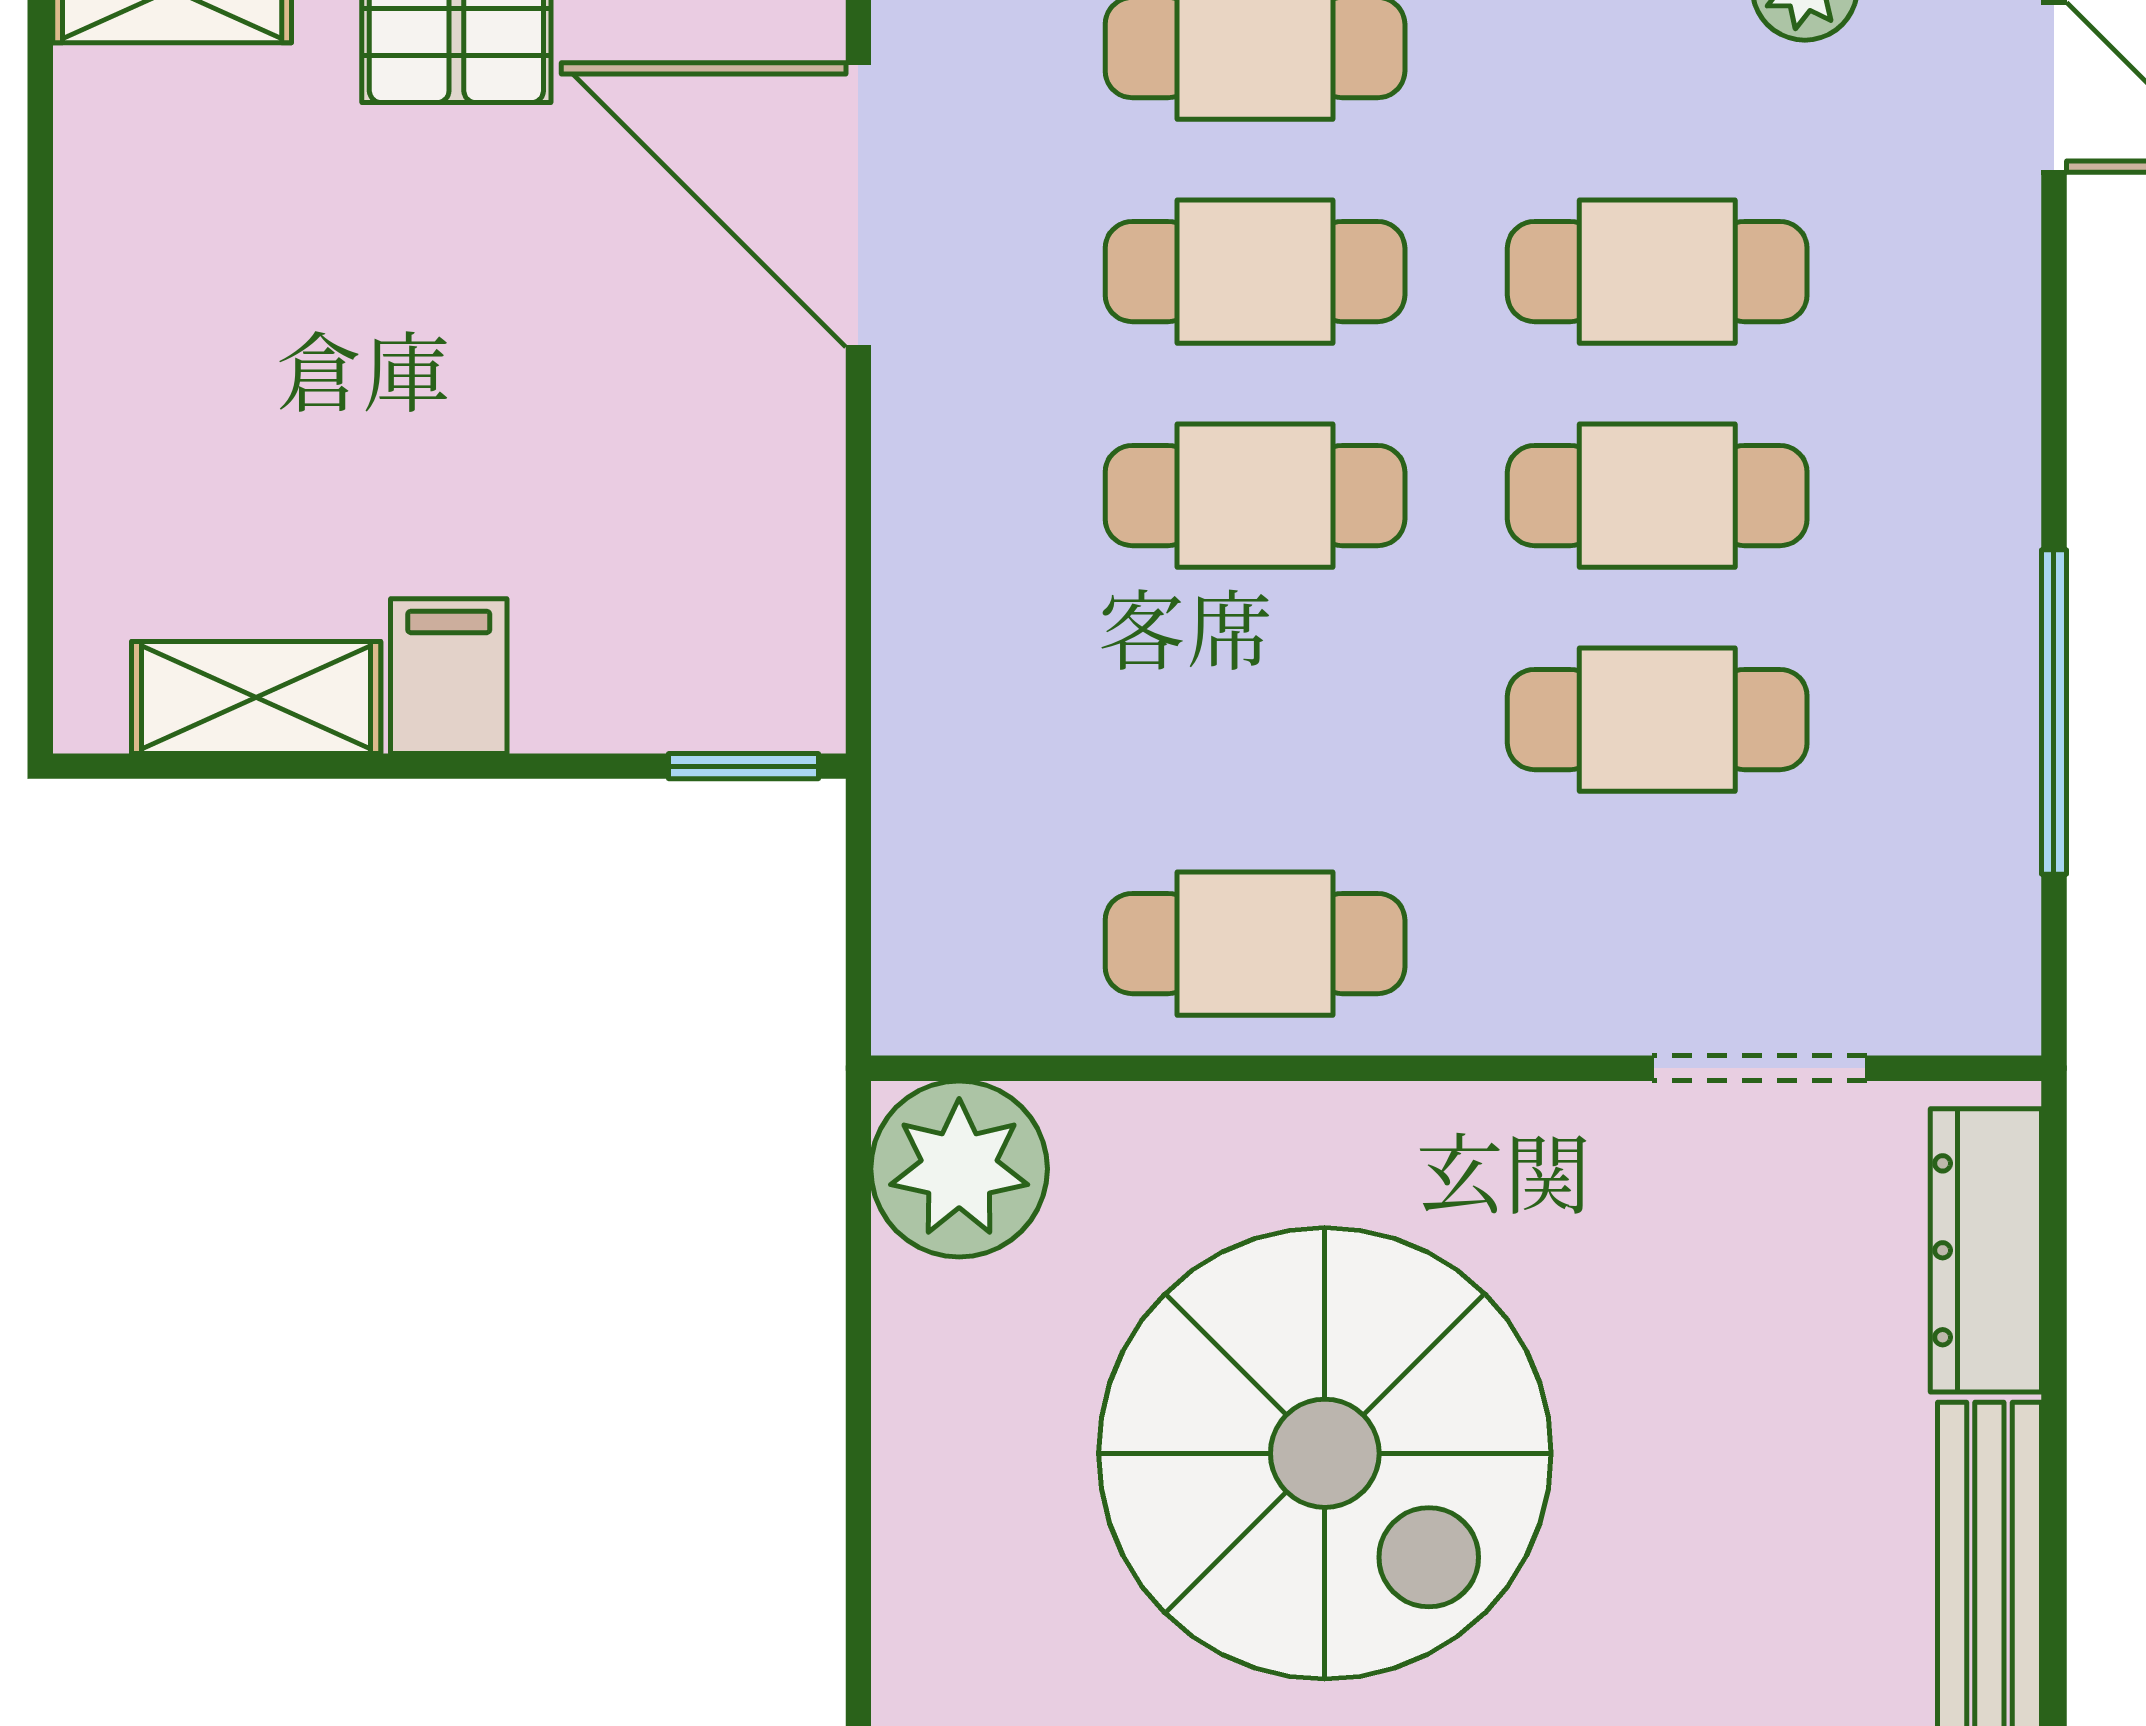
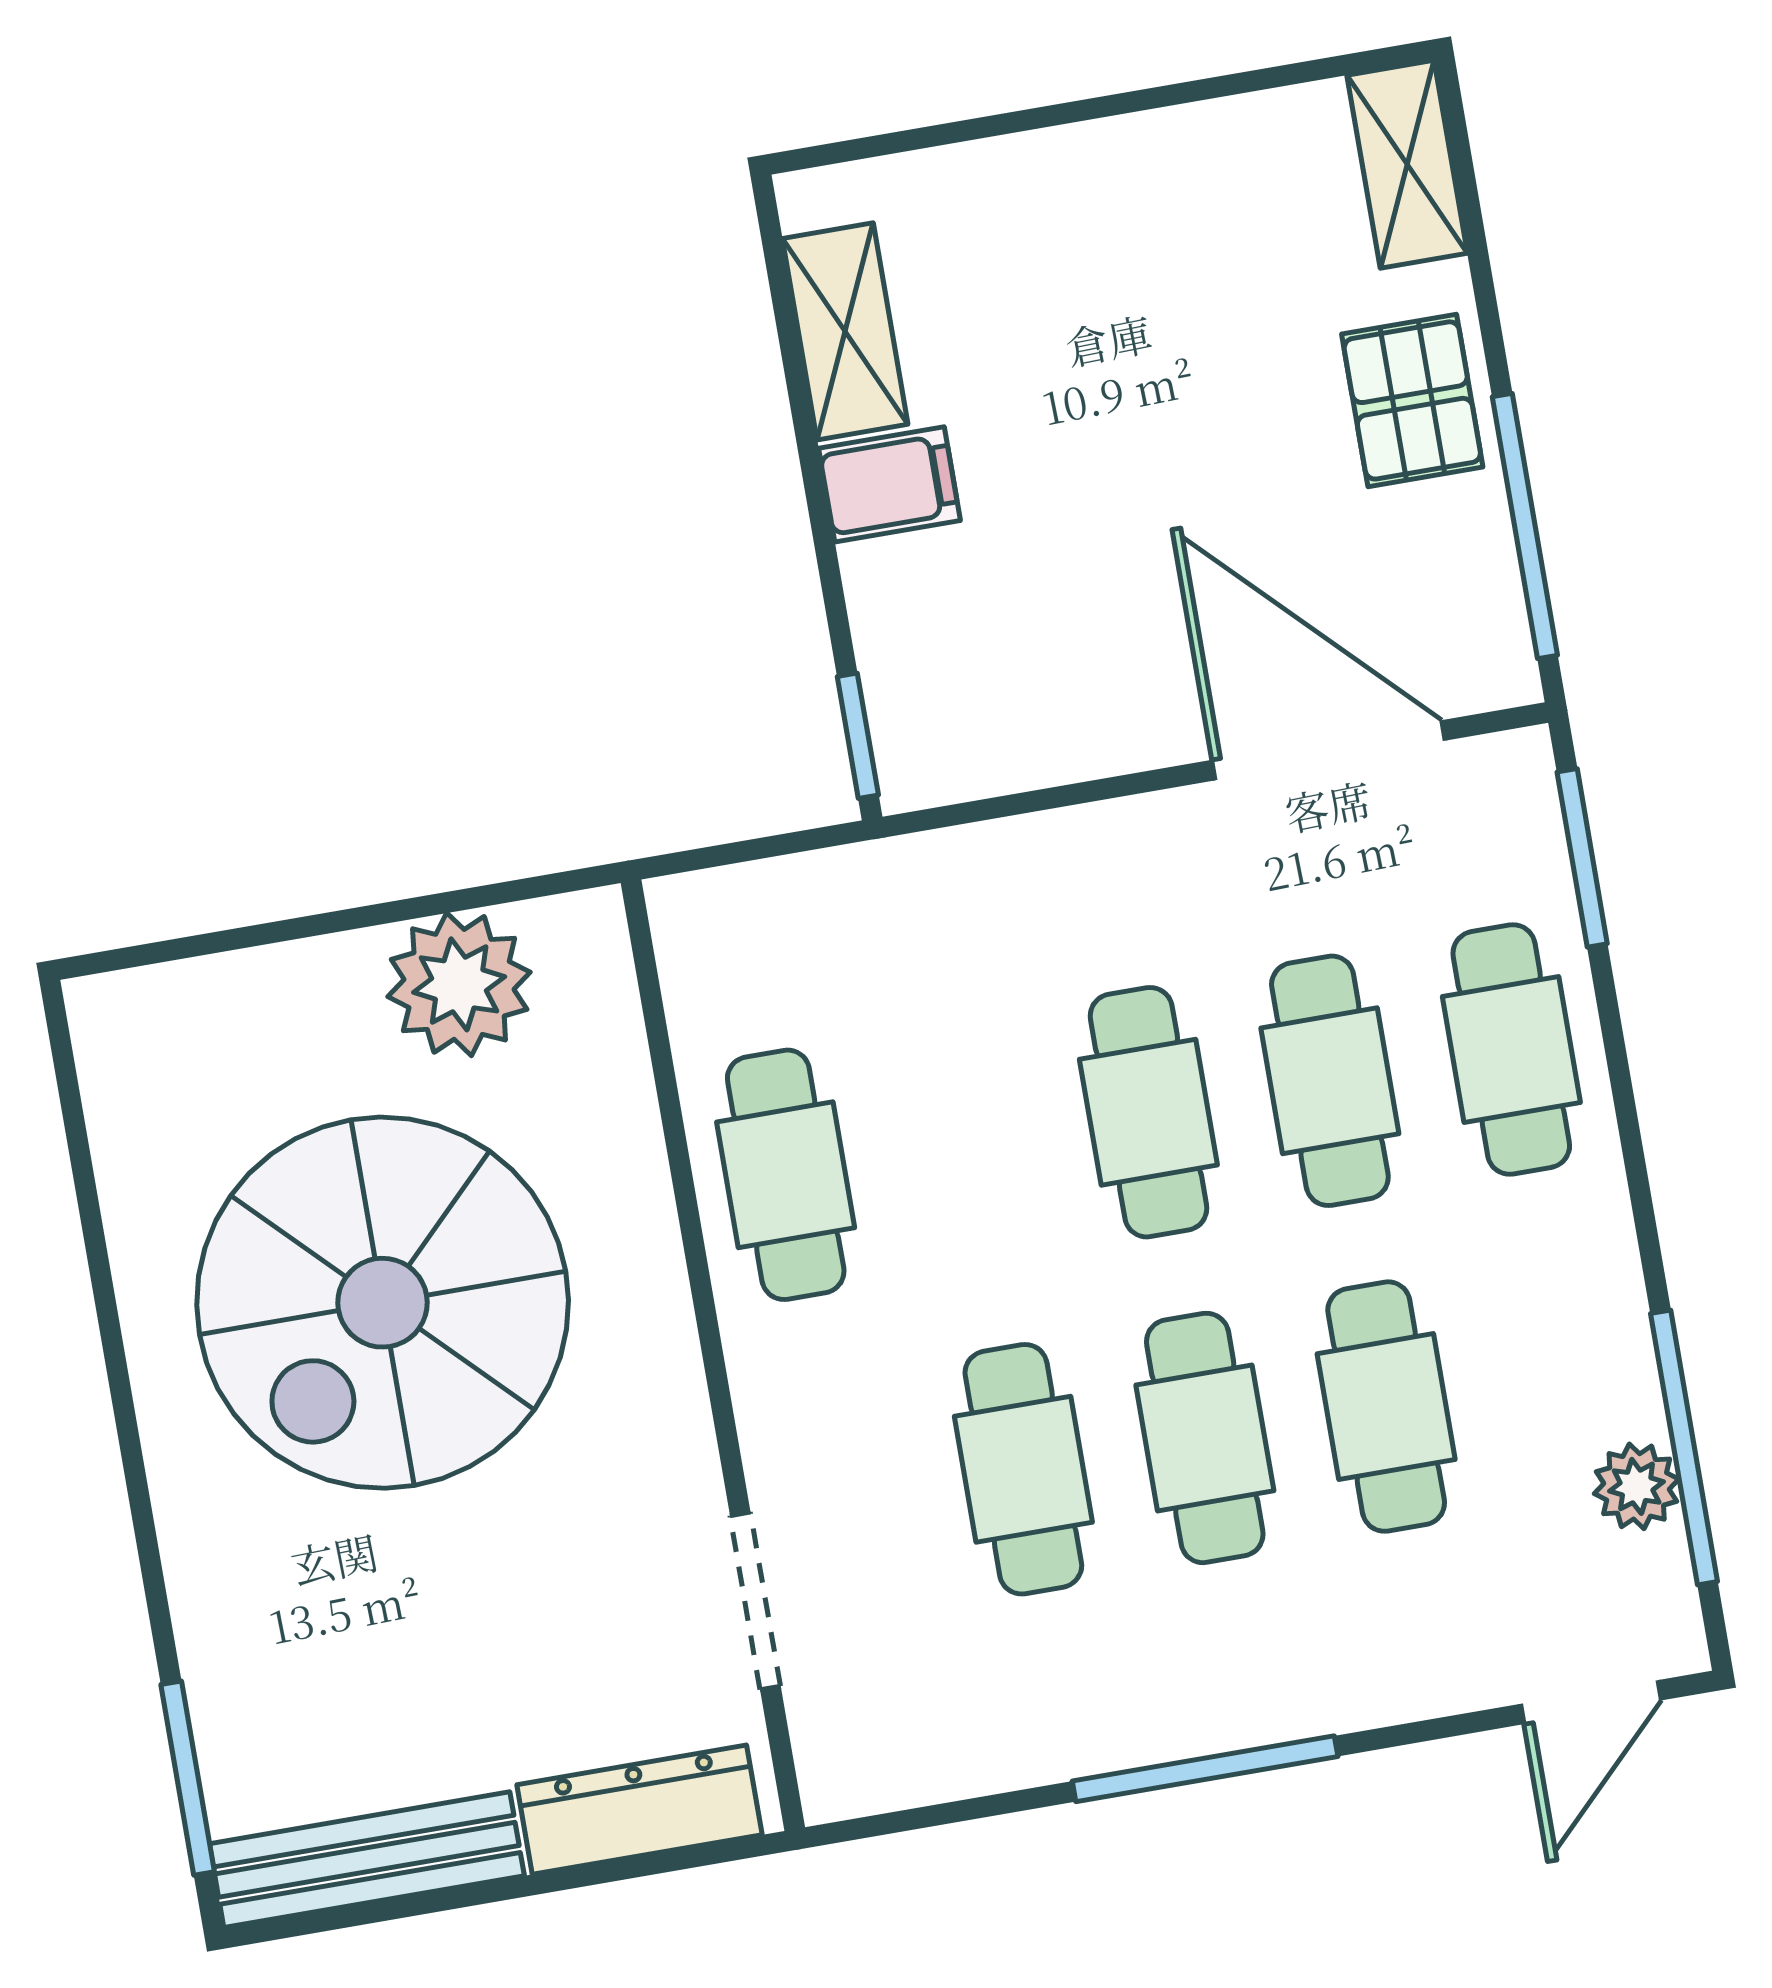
door: (858, 205) -> (1328, 750), hinge flipped
window: (2054, 712) -> (1205, 1769), moved
plant: (959, 1169) -> (459, 984), moved

